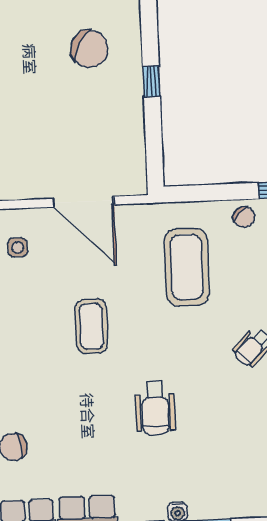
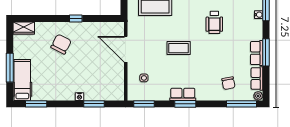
door: (83, 202) -> (126, 49), swing flipped
wheelchair: (155, 408) -> (214, 22), turned 90

